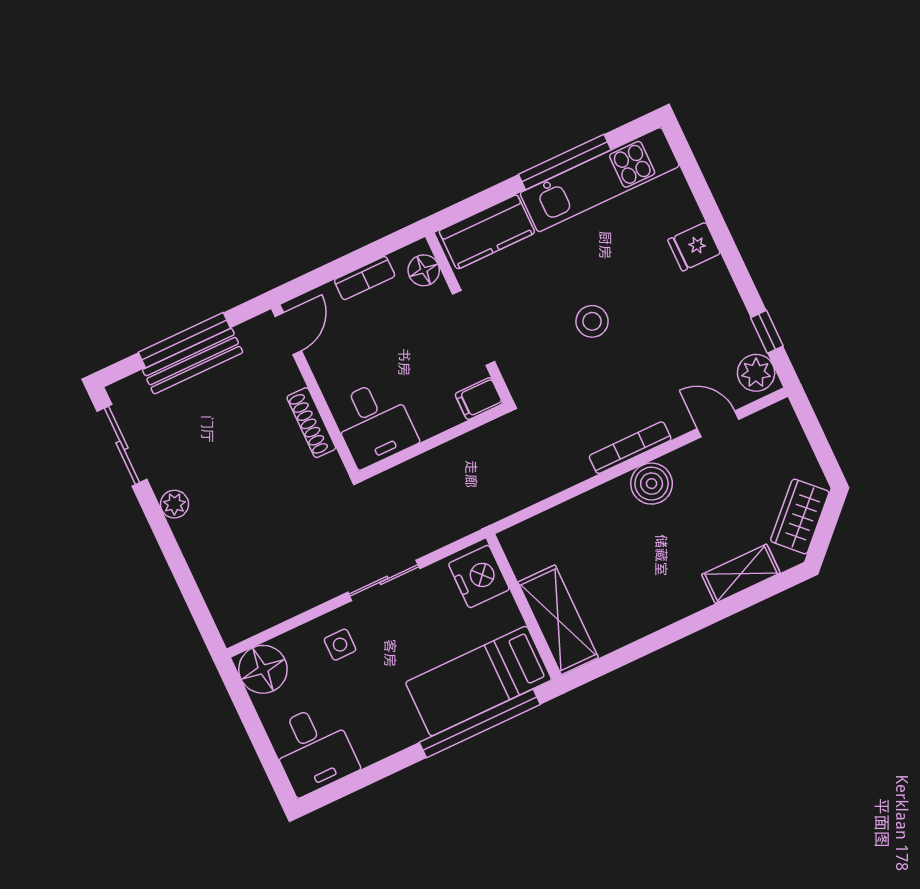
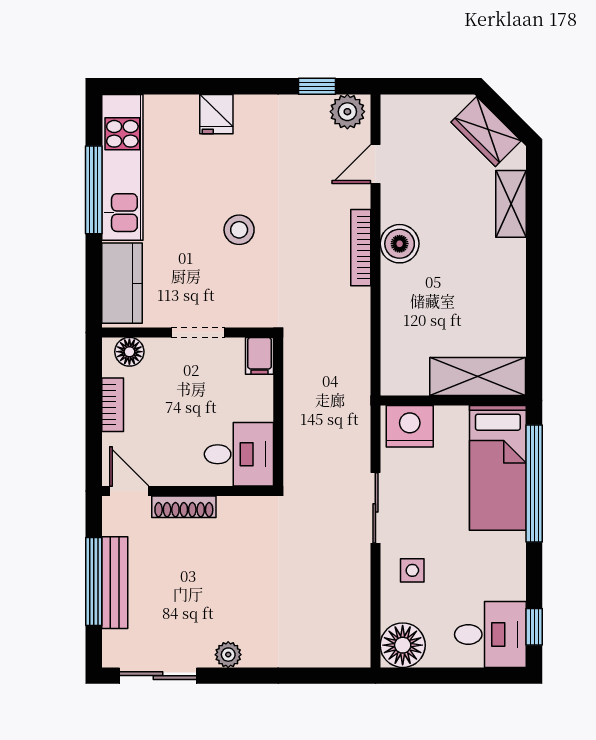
doorway: (474, 328) -> (198, 332), width x0.73
shoe rack: (311, 423) -> (184, 507), moved
window: (341, 789) -> (534, 627), added

